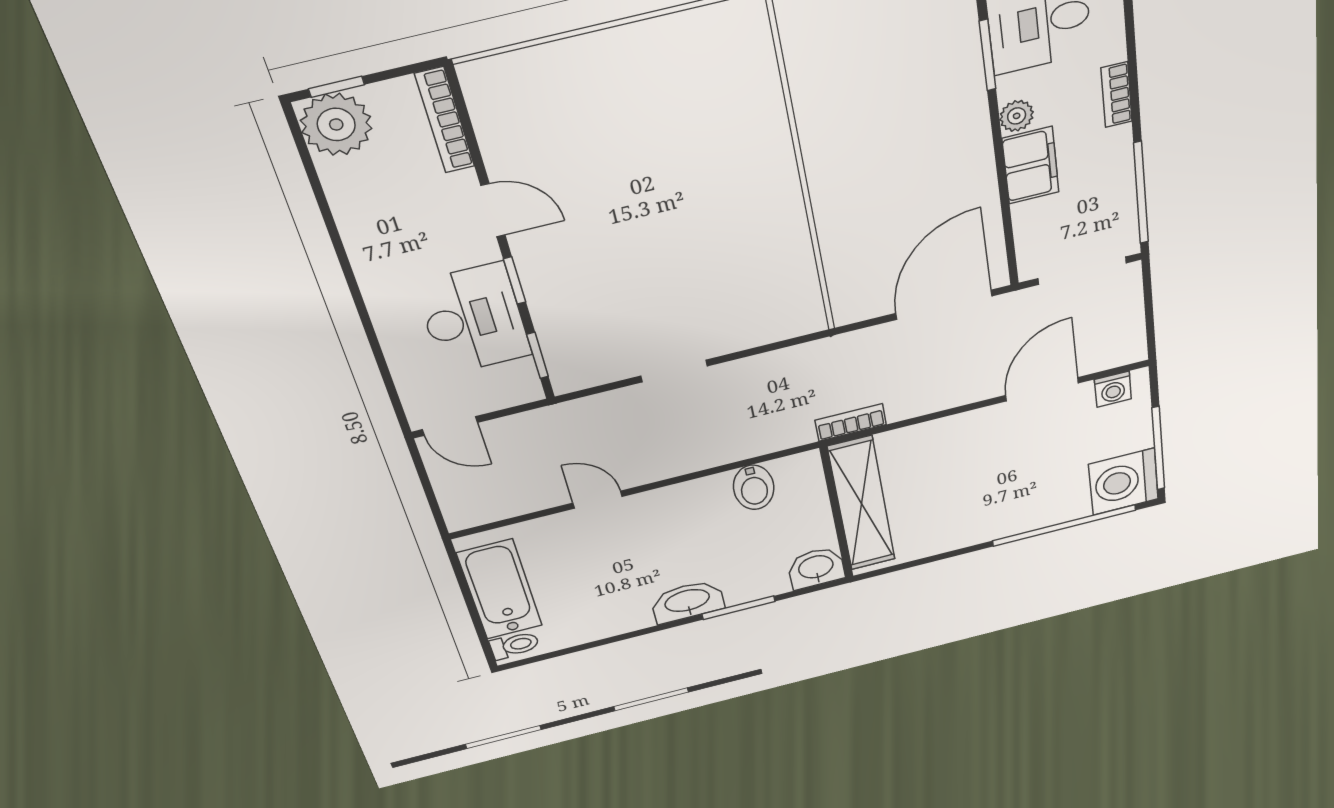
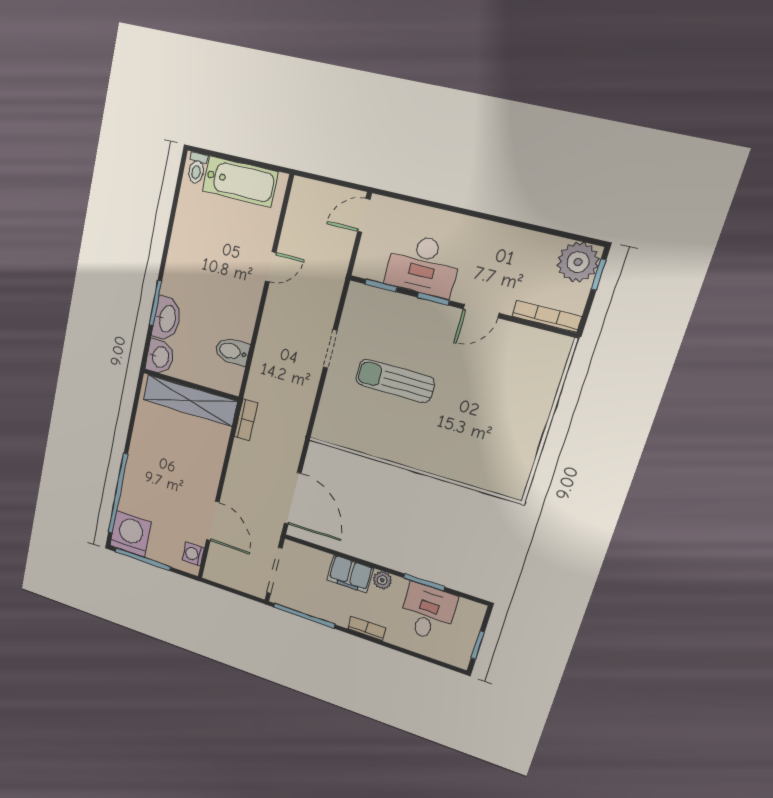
sun lounger: (672, 265) -> (395, 381), added
washbasin: (687, 601) -> (167, 319), moved

